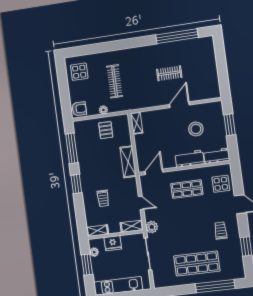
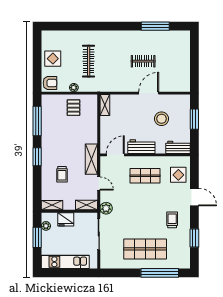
window: (177, 36) -> (155, 26), width x0.68
display table: (79, 72) -> (53, 59), moved
workbench: (190, 159) -> (141, 147), moved
shelving: (128, 162) -> (91, 159), moved

